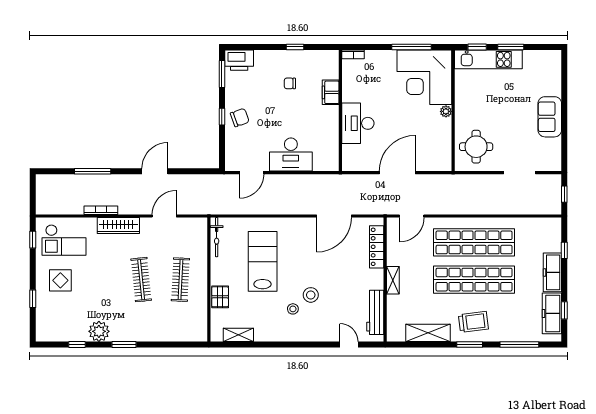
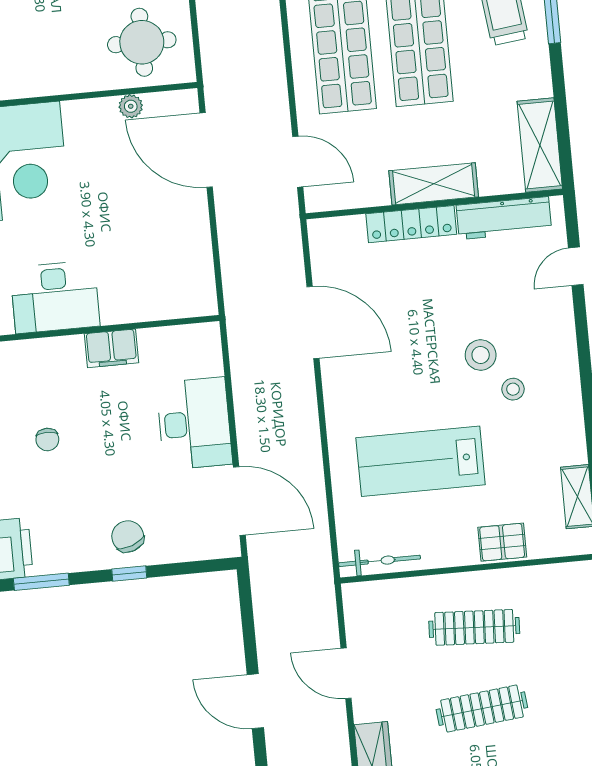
filing cabinet: (331, 92) -> (111, 348), moved
plant: (446, 111) -> (131, 106), moved
desk: (358, 123) -> (55, 297), moved
door: (252, 173) -> (239, 501), width x1.36
door: (397, 173) -> (206, 150), moved
locker: (377, 247) -> (411, 224), moved
shelving: (393, 280) -> (434, 184), width x1.50, depth x1.33
shelving: (428, 333) -> (540, 145), moved

